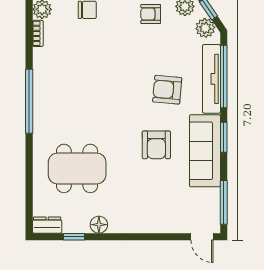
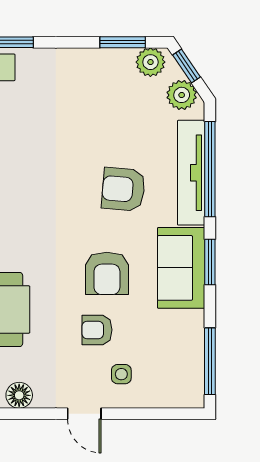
armchair: (151, 14) -> (97, 330), moved
sofa: (205, 151) -> (181, 268), width x0.73
side table: (166, 211) -> (121, 374), added
door: (202, 237) -> (84, 414), moved

